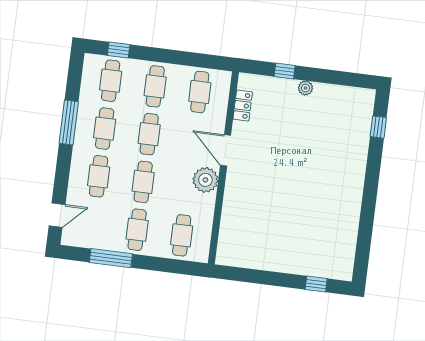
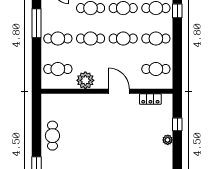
door: (226, 150) -> (119, 91), hinge flipped
plant: (205, 180) -> (85, 80), moved
cafe table: (278, 256) -> (52, 136), added

